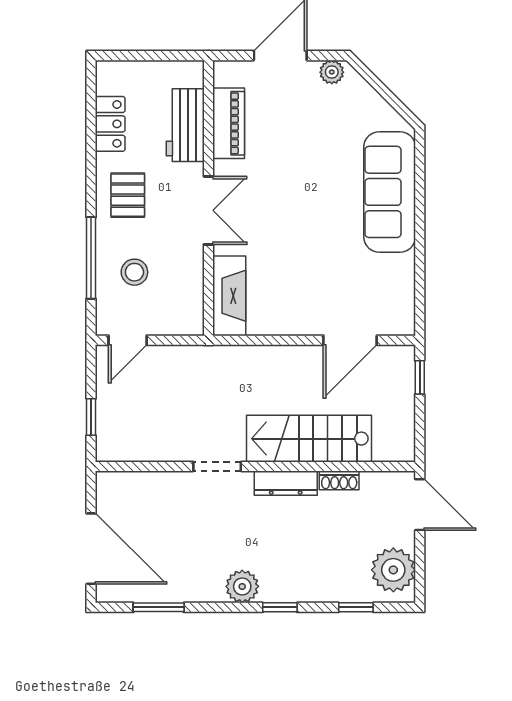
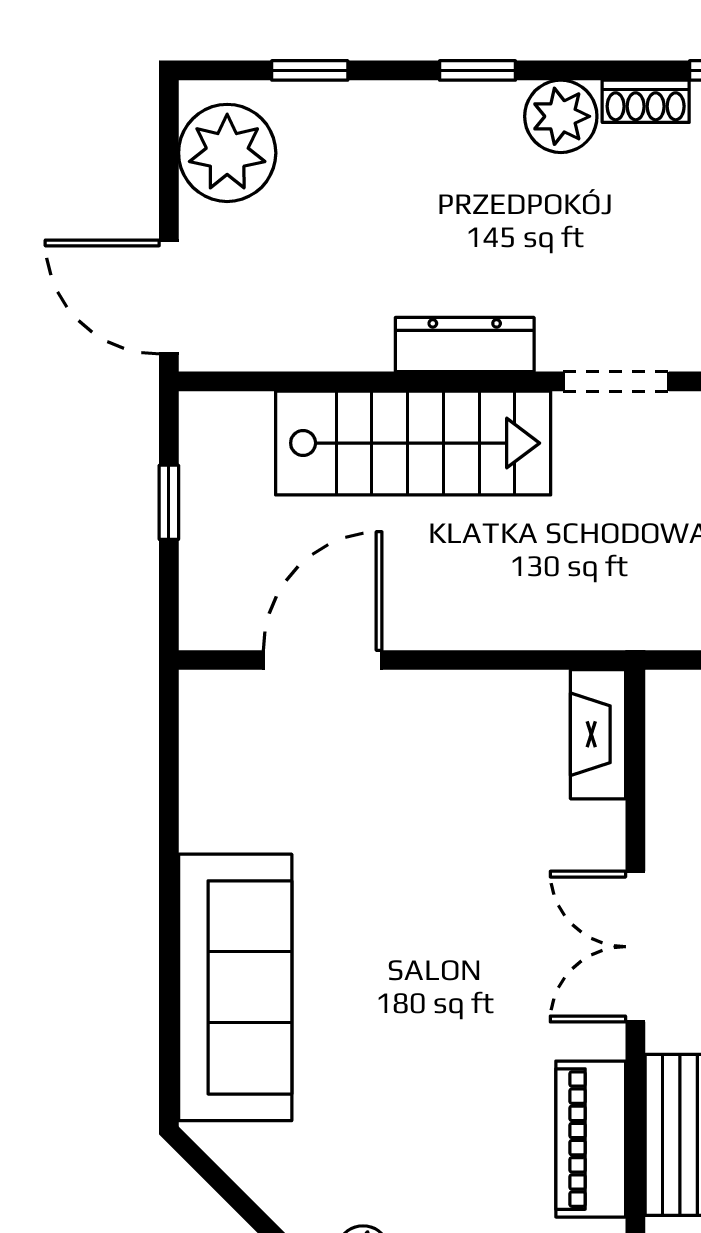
fireplace: (229, 296) -> (598, 734), width x0.73, depth x0.76
window: (420, 377) -> (169, 502), moved
shoe rack: (339, 480) -> (646, 101), moved, turned 180

